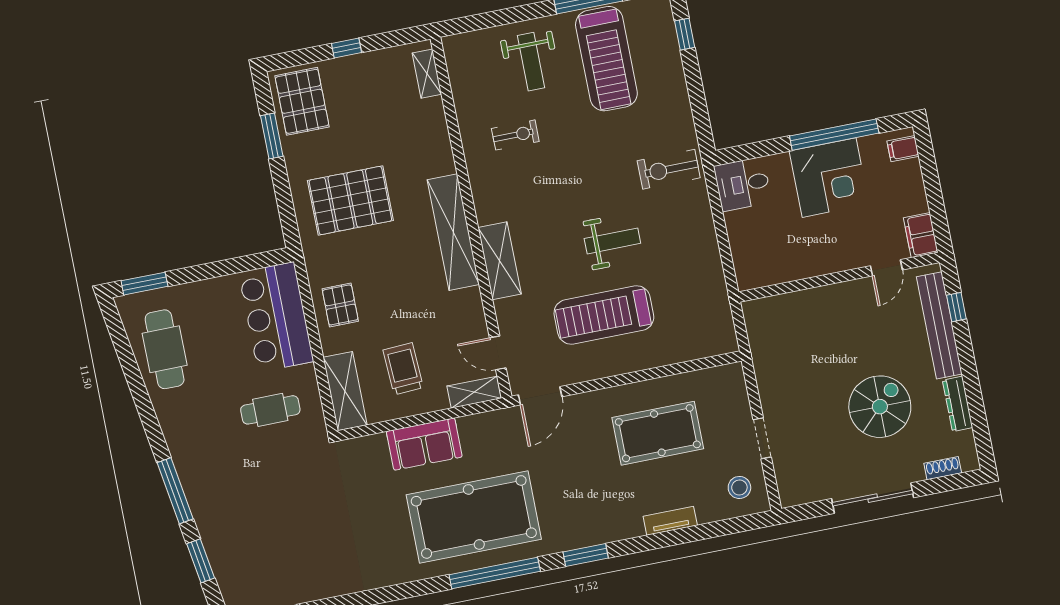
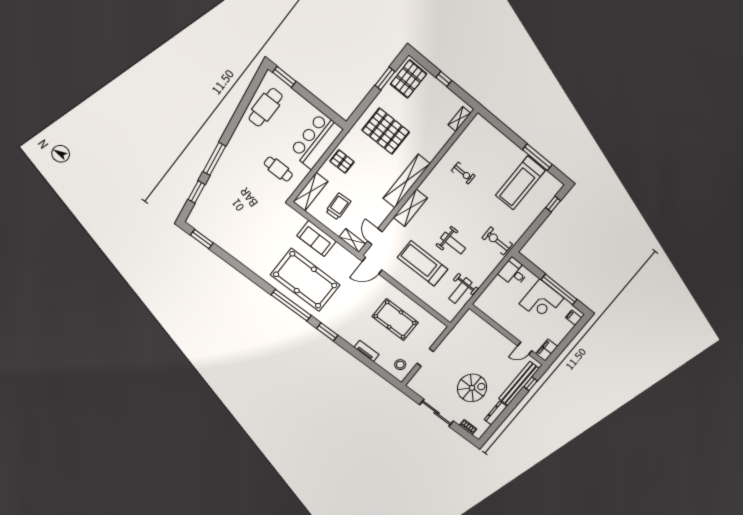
weight bench: (531, 62) -> (460, 291), moved
pallet: (340, 305) -> (342, 162), turned 90

